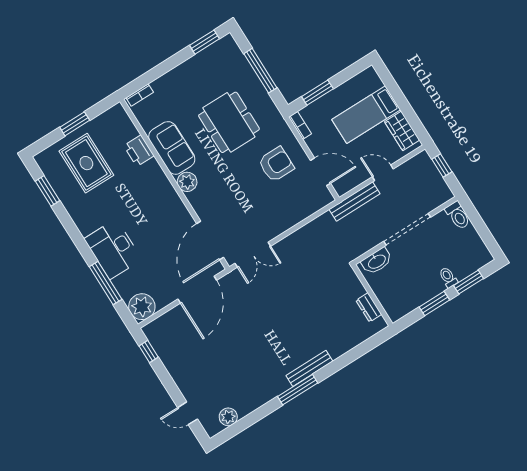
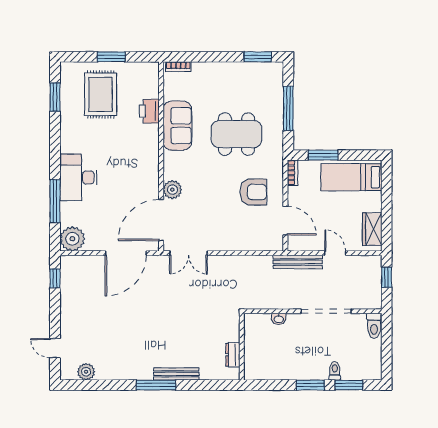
bed: (366, 115) -> (351, 177), moved
dining table: (229, 122) -> (237, 134), turned 90
plant: (187, 182) -> (172, 190), moved
washbasin: (377, 261) -> (279, 319), width x0.52, depth x0.69
wall: (372, 295) -> (242, 347), moved
dresser: (369, 307) -> (233, 355), moved

